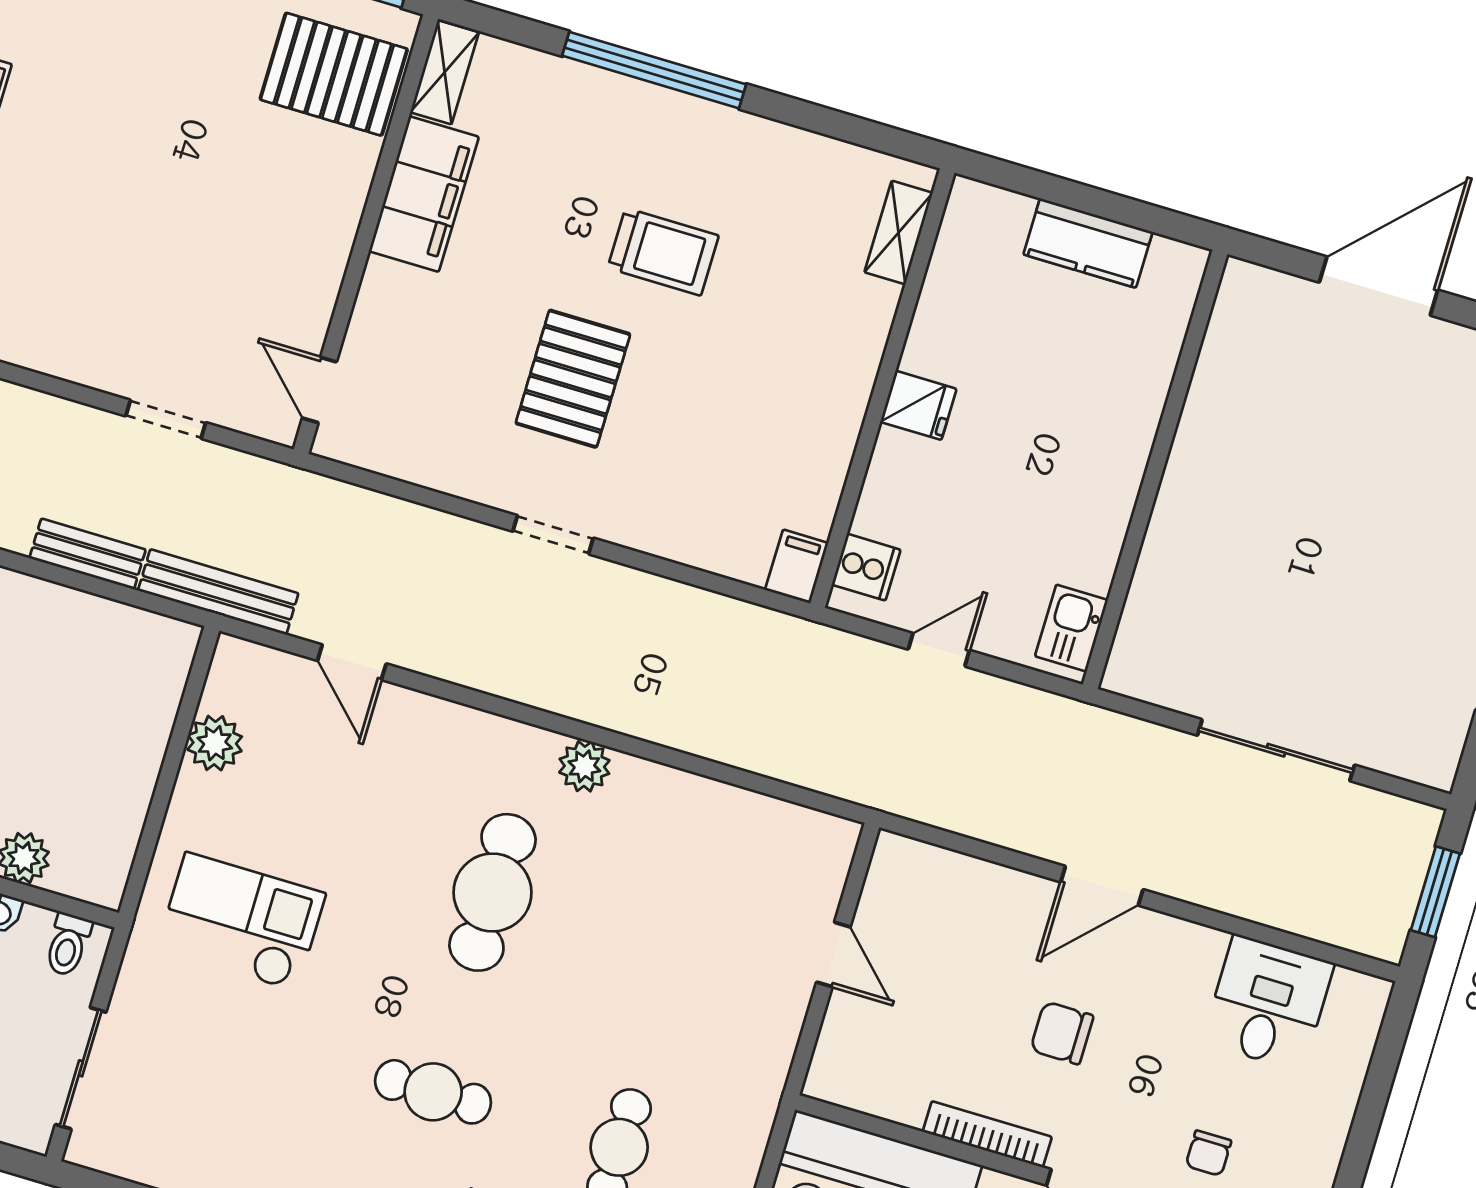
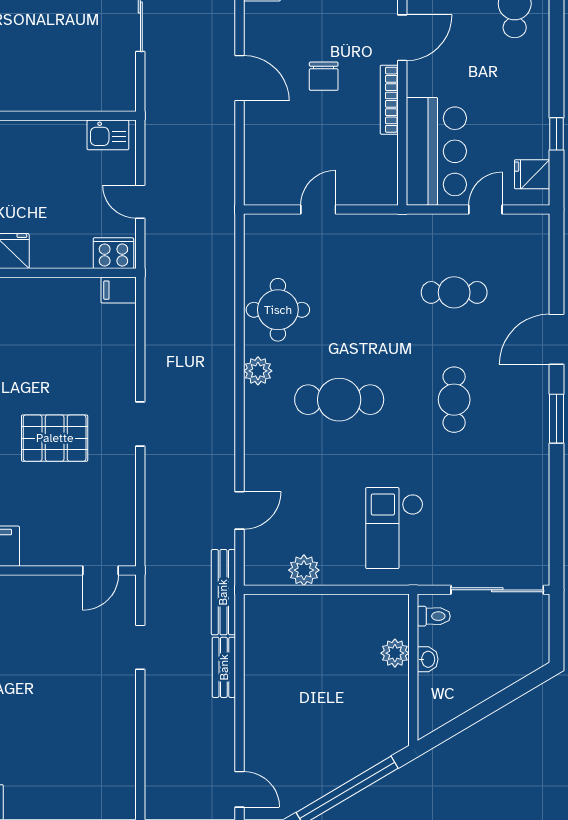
cooker: (866, 567) -> (113, 253), width x1.36
round table: (680, 833) -> (278, 310), added
sliding door: (81, 1068) -> (497, 590), width x1.37

